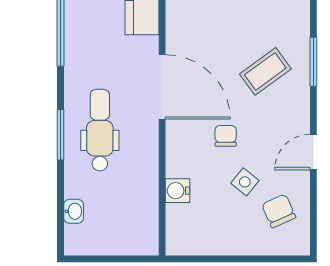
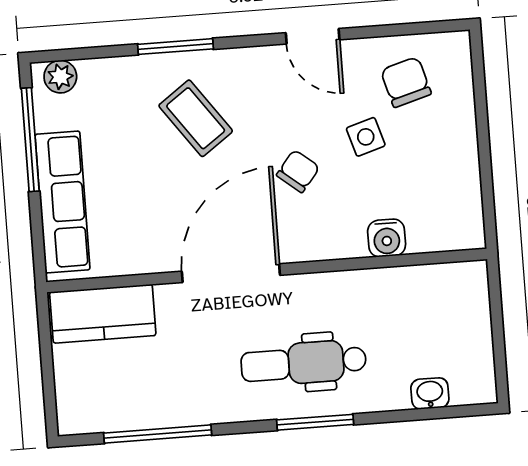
chair: (226, 136) -> (298, 171), turned 129
side table: (245, 182) -> (366, 137), turned 34
chair: (279, 211) -> (406, 82), turned 98

